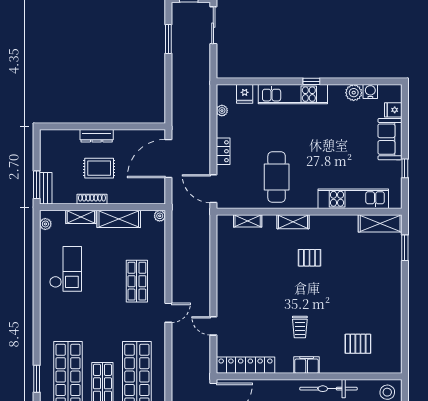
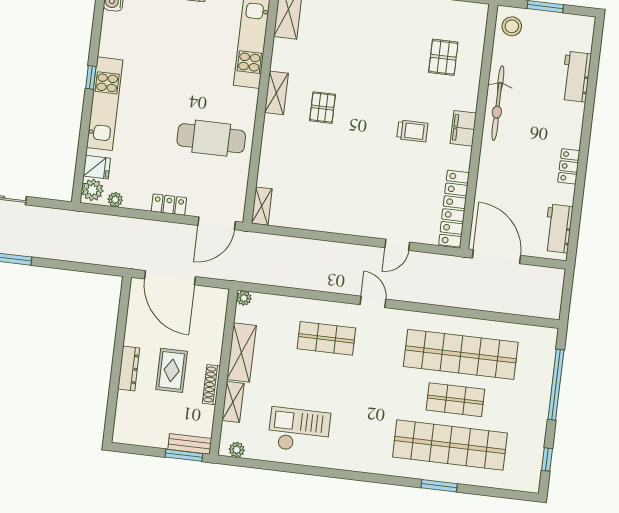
plant: (354, 93) -> (92, 190), moved
shelving: (248, 221) -> (262, 206), moved
shelving: (293, 222) -> (276, 93), moved

